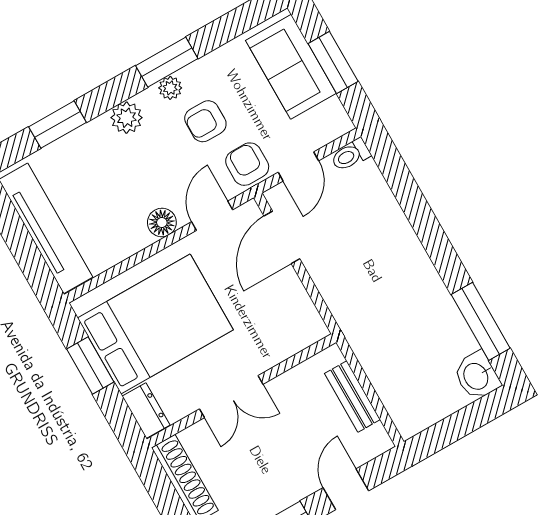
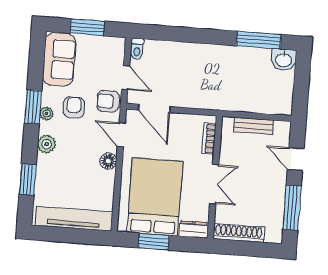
sofa: (291, 67) -> (59, 59), moved, turned -90
armchair: (205, 121) -> (74, 107), turned 180
bookcase: (291, 345) -> (209, 139), added

